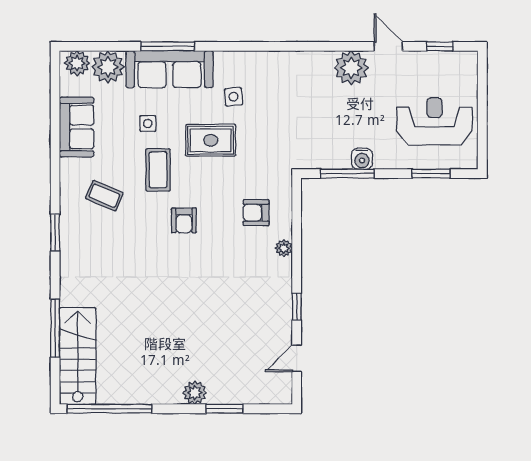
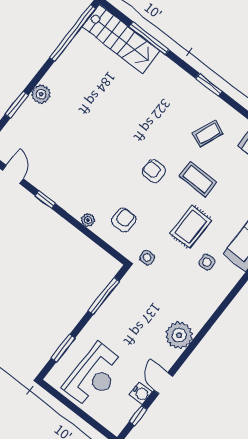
door: (388, 46) -> (163, 383), swing flipped
plant: (351, 68) -> (179, 335), moved
side table: (148, 123) -> (147, 258), moved
water cooler: (362, 159) -> (141, 393), moved, turned 180

